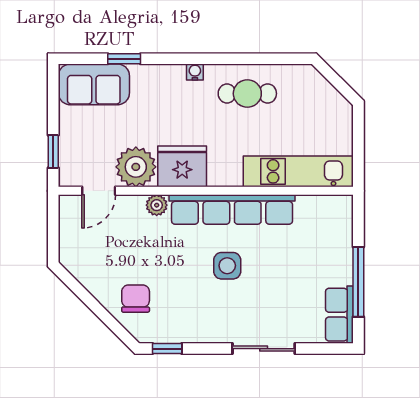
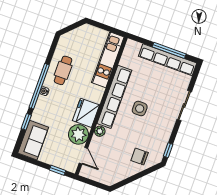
window: (201, 59) -> (39, 86), added
row of seats: (339, 315) -> (168, 60), width x2.02

